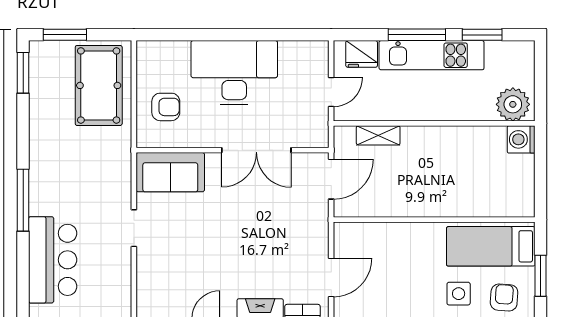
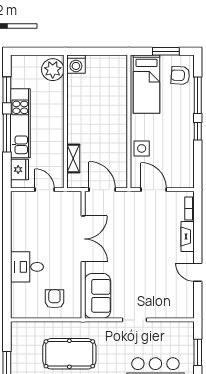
desk: (234, 73) -> (27, 267), width x0.53, depth x0.77
pool table: (99, 85) -> (69, 354), moved
door: (331, 277) -> (154, 190), moved
side table: (459, 294) -> (142, 148), moved

